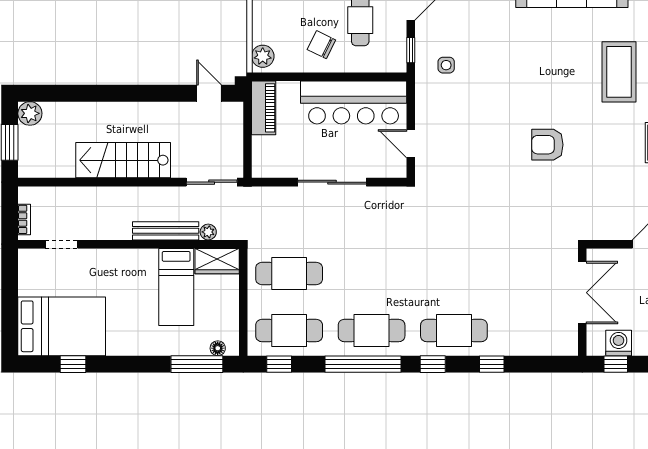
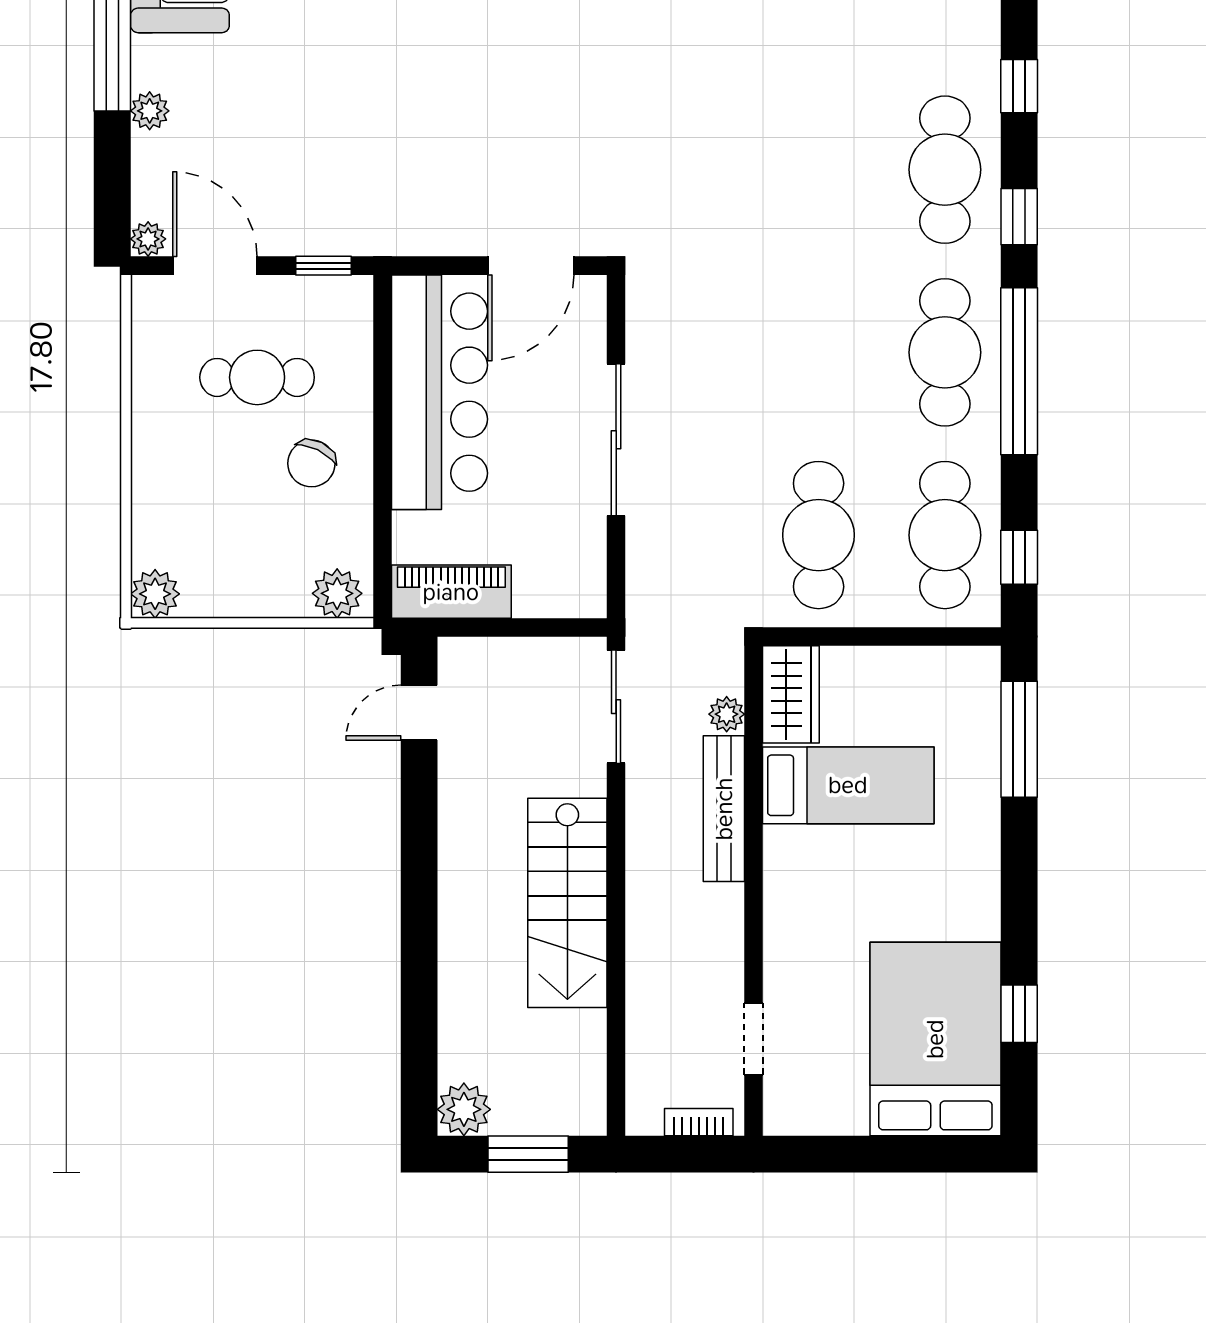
side table: (446, 65) -> (357, 187), removed
door: (411, 144) -> (531, 266), width x1.38
floor lamp: (218, 348) -> (984, 693), removed

